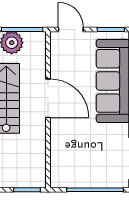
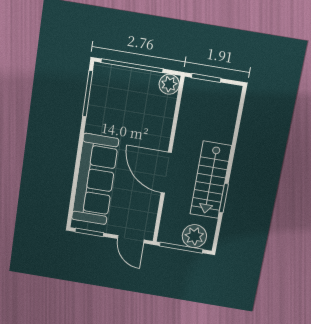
plant: (59, 179) -> (169, 84), added

